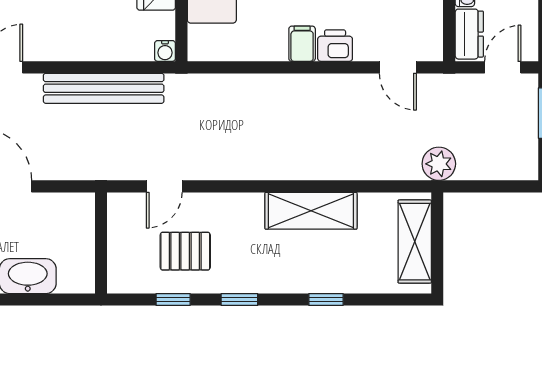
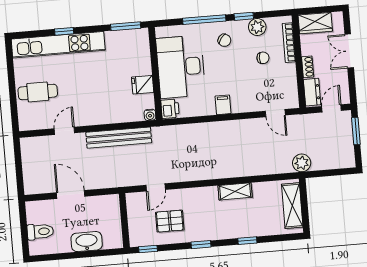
printer: (335, 46) -> (170, 109), moved, turned 90
shelving: (311, 211) -> (235, 191), width x0.67, depth x0.75
window: (173, 299) -> (148, 249), moved

